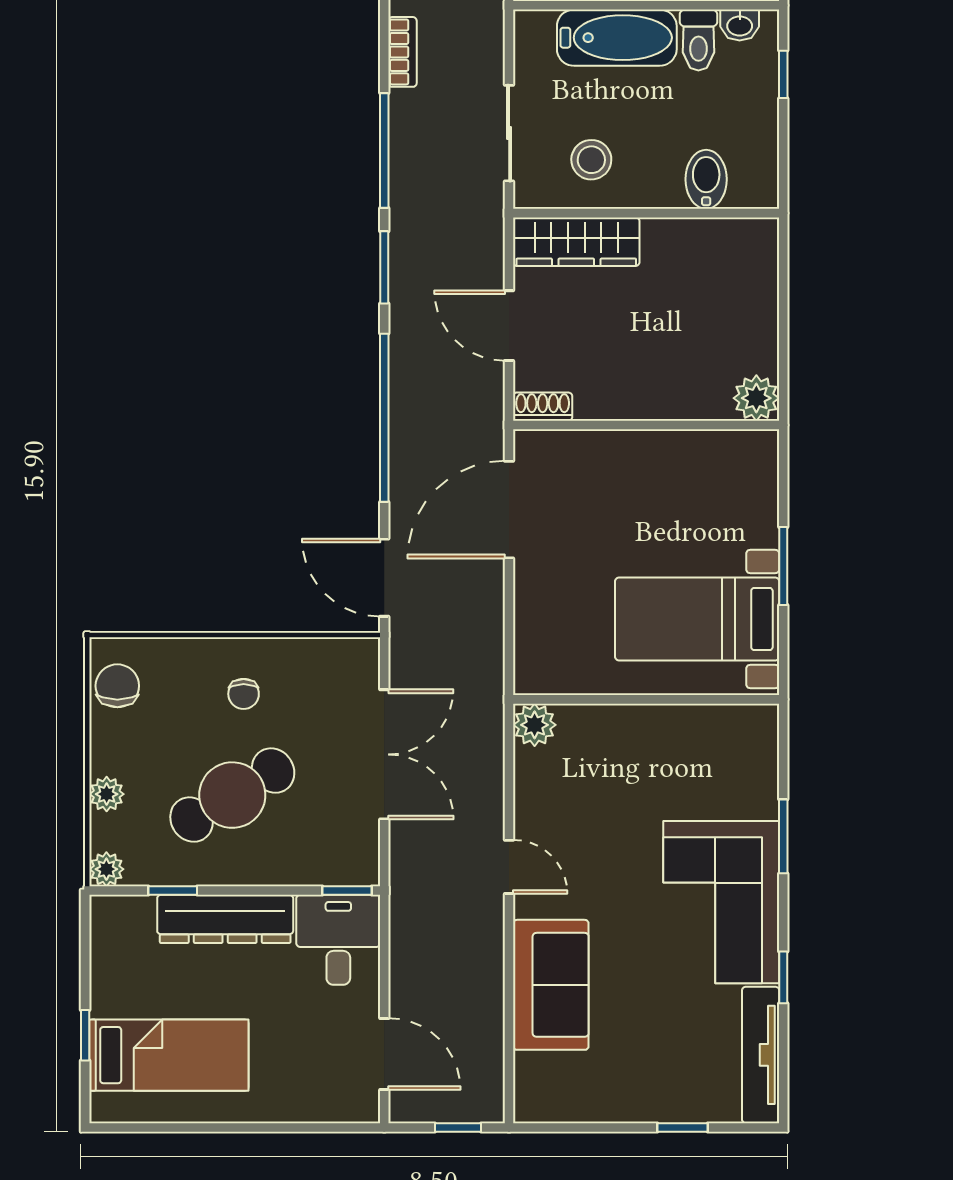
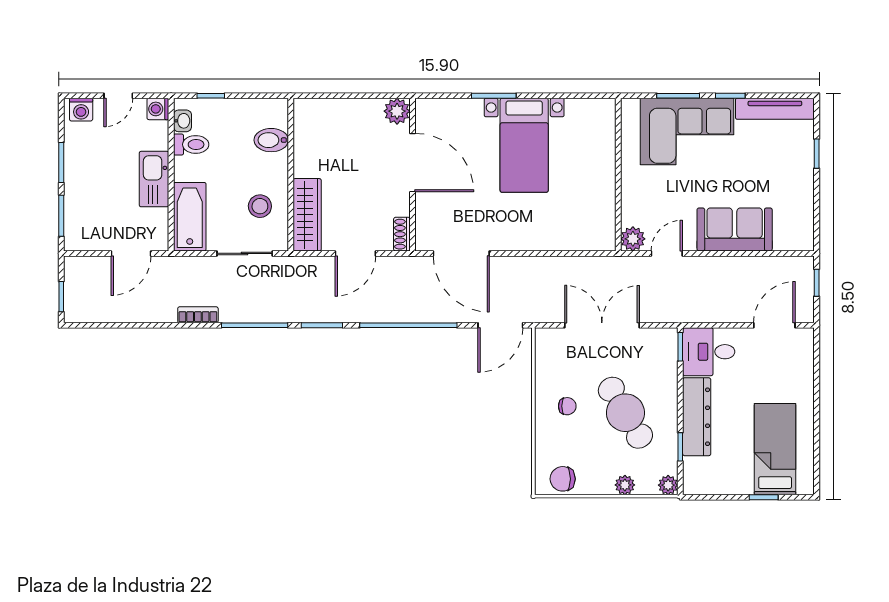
bathtub: (617, 38) -> (190, 217), moved
door: (667, 425) -> (413, 163), added
wall: (646, 699) -> (618, 175), moved
plant: (535, 725) -> (633, 239), moved
window: (783, 836) -> (678, 96), moved

